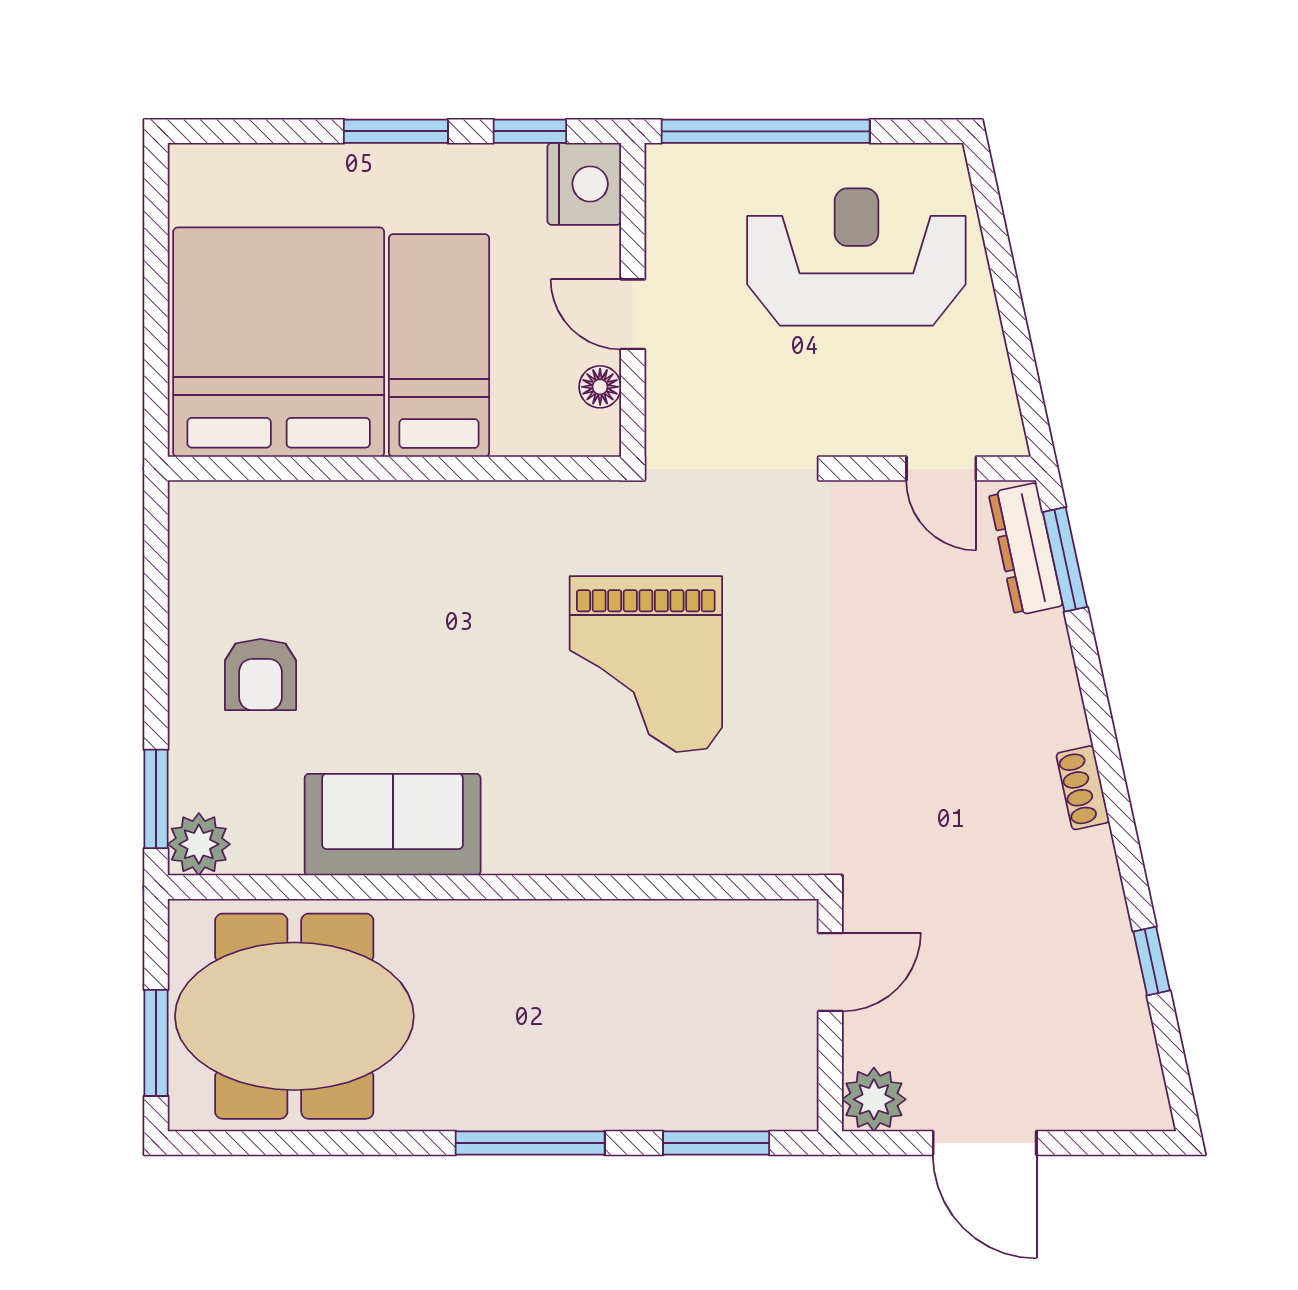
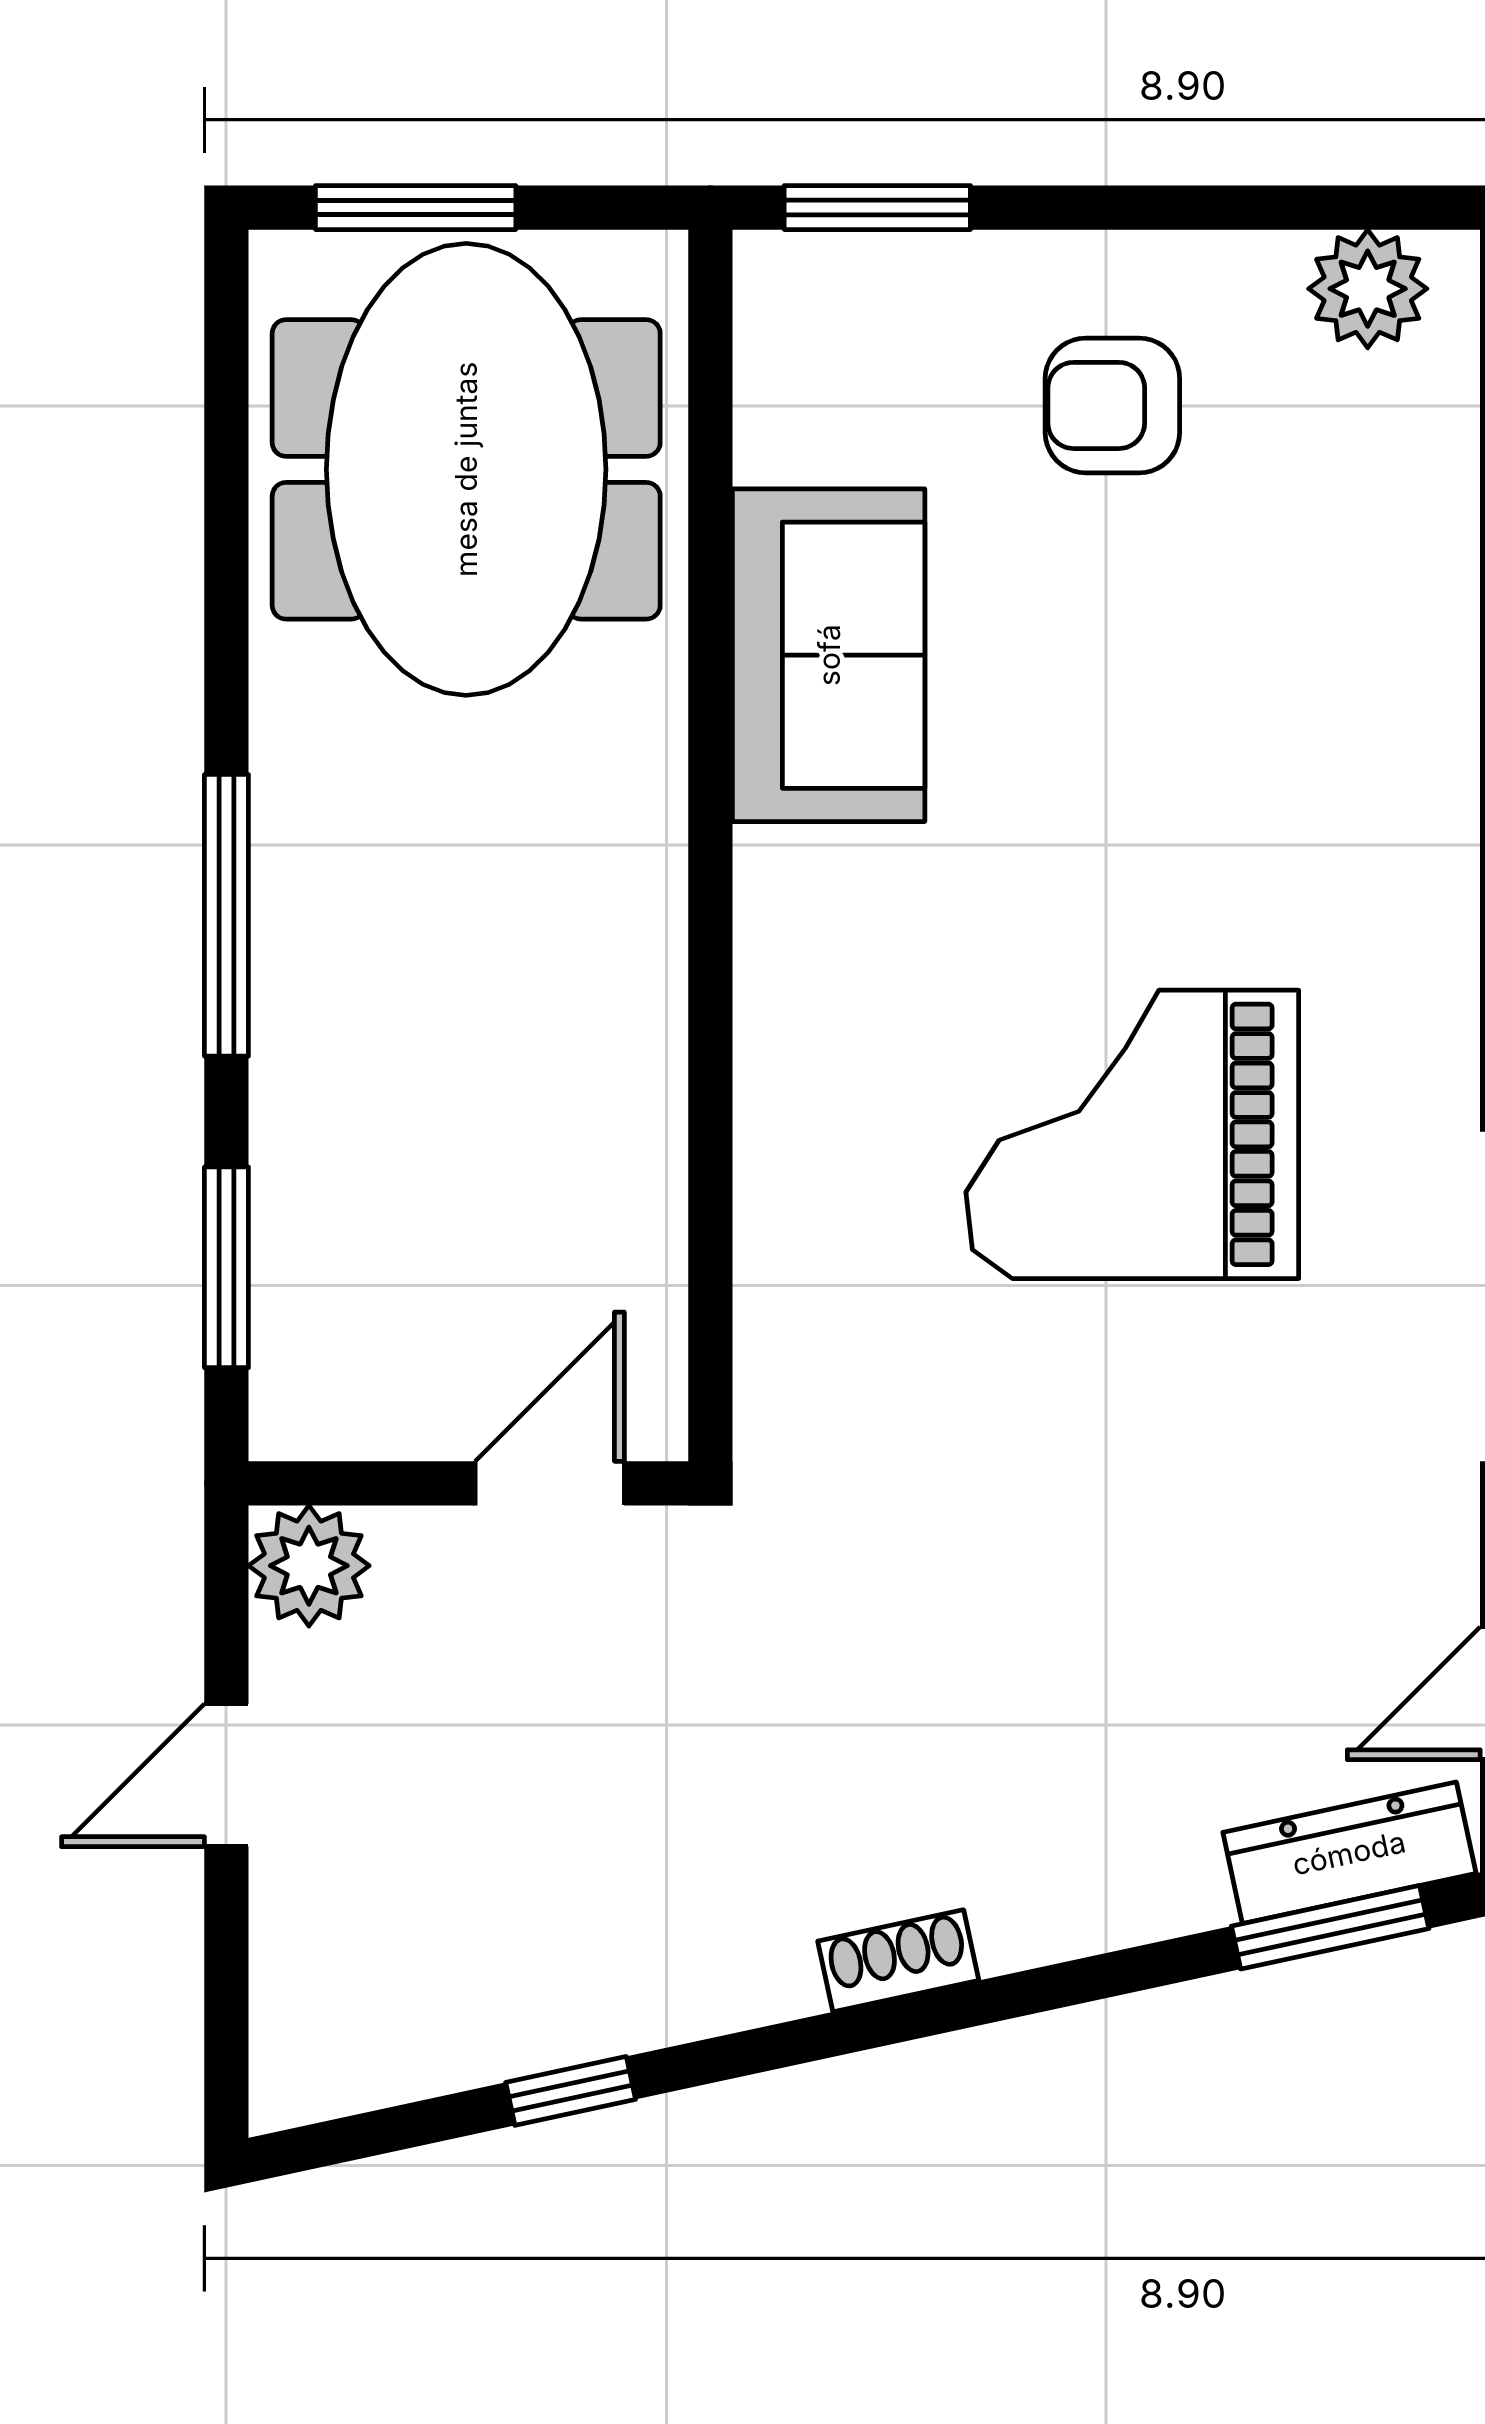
plant: (199, 844) -> (1368, 289), moved
door: (830, 972) -> (550, 1483), swing flipped
door: (985, 1143) -> (226, 1775), width x0.73

